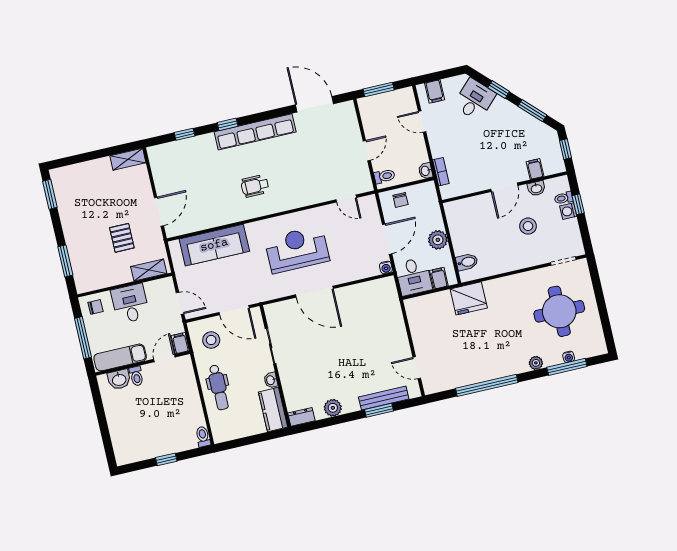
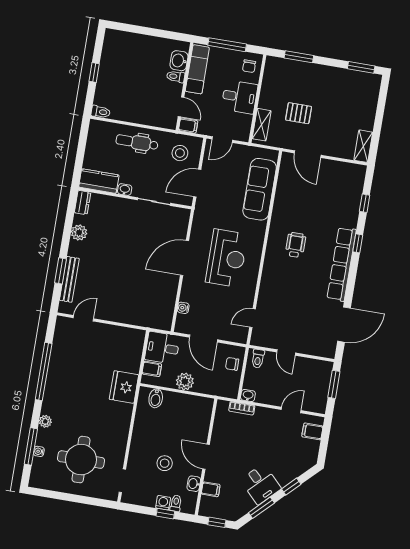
desk: (475, 100) -> (261, 484), moved
water cooler: (386, 267) -> (183, 308), moved

